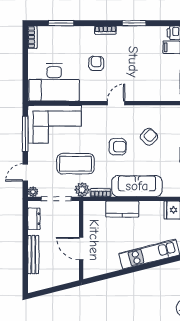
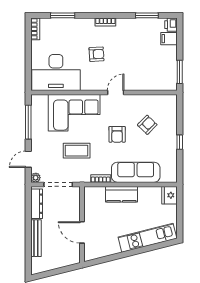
window: (134, 23) -> (147, 15), moved
armchair: (96, 63) -> (97, 54), turned 87
corner sofa: (55, 124) -> (74, 113), moved
armchair: (118, 147) -> (117, 134), turned 90
coffee table: (76, 164) -> (77, 151), width x0.73, depth x0.76
plant: (82, 190) -> (83, 176), removed
dresser: (34, 219) -> (37, 204), width x1.44

